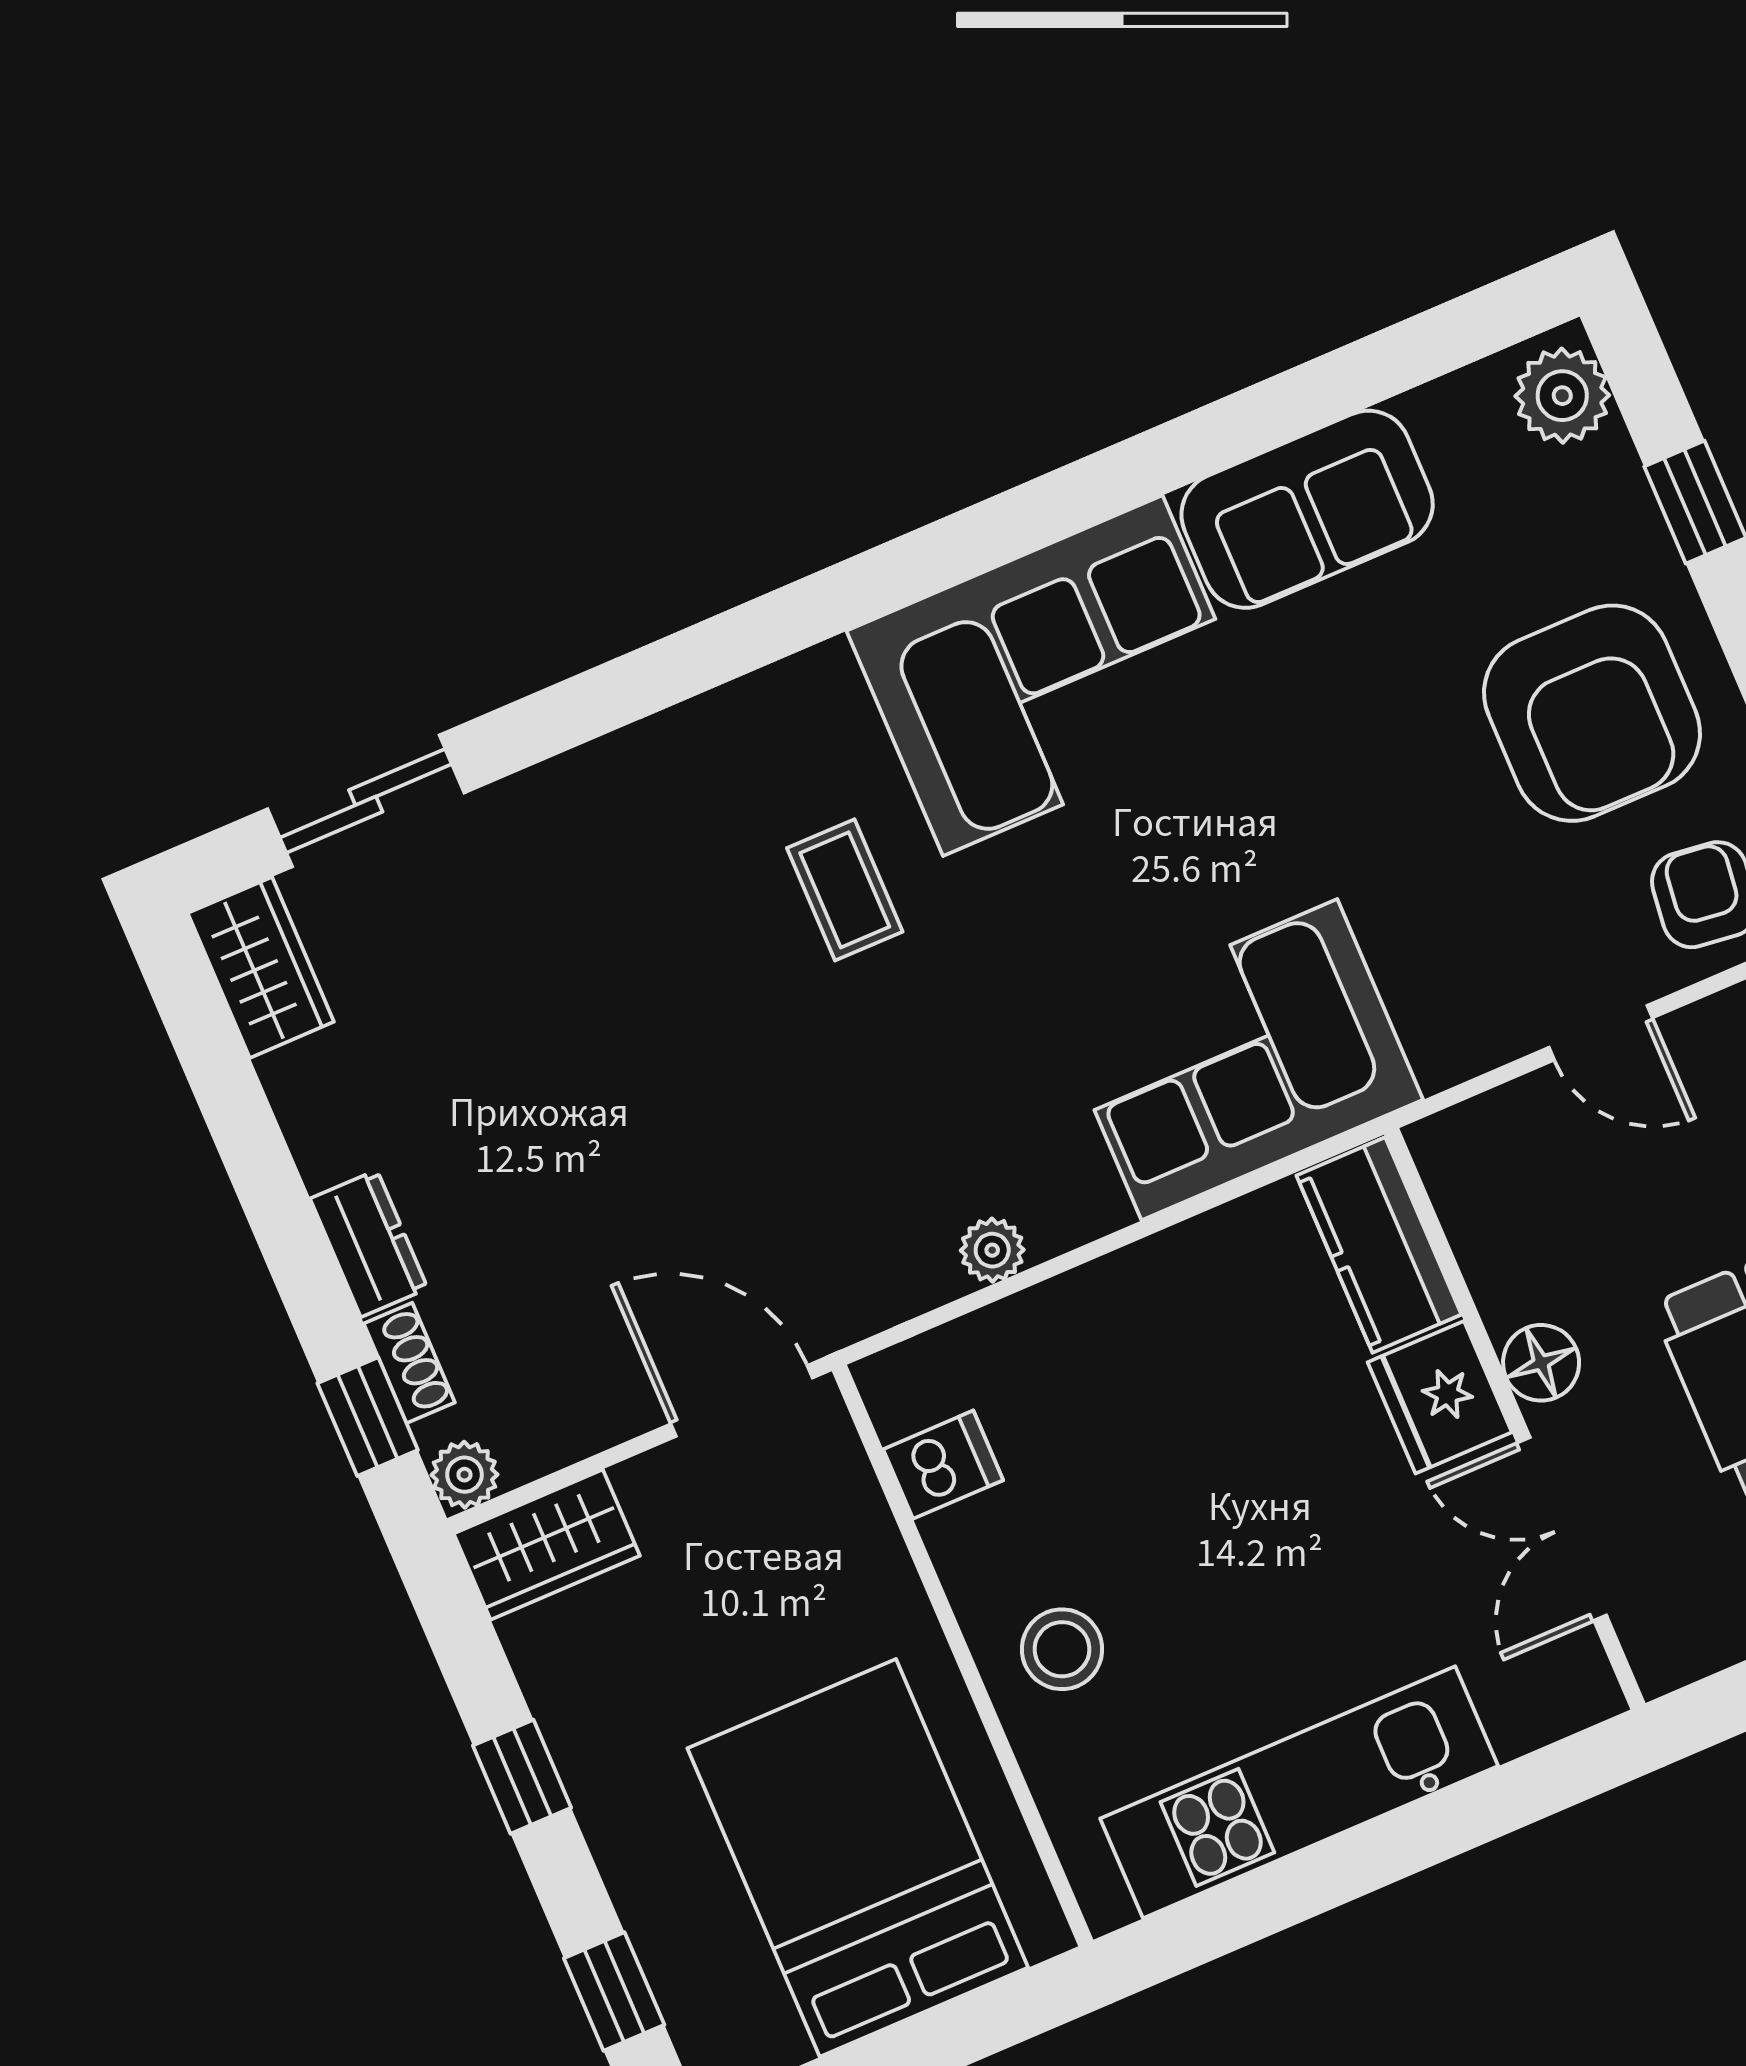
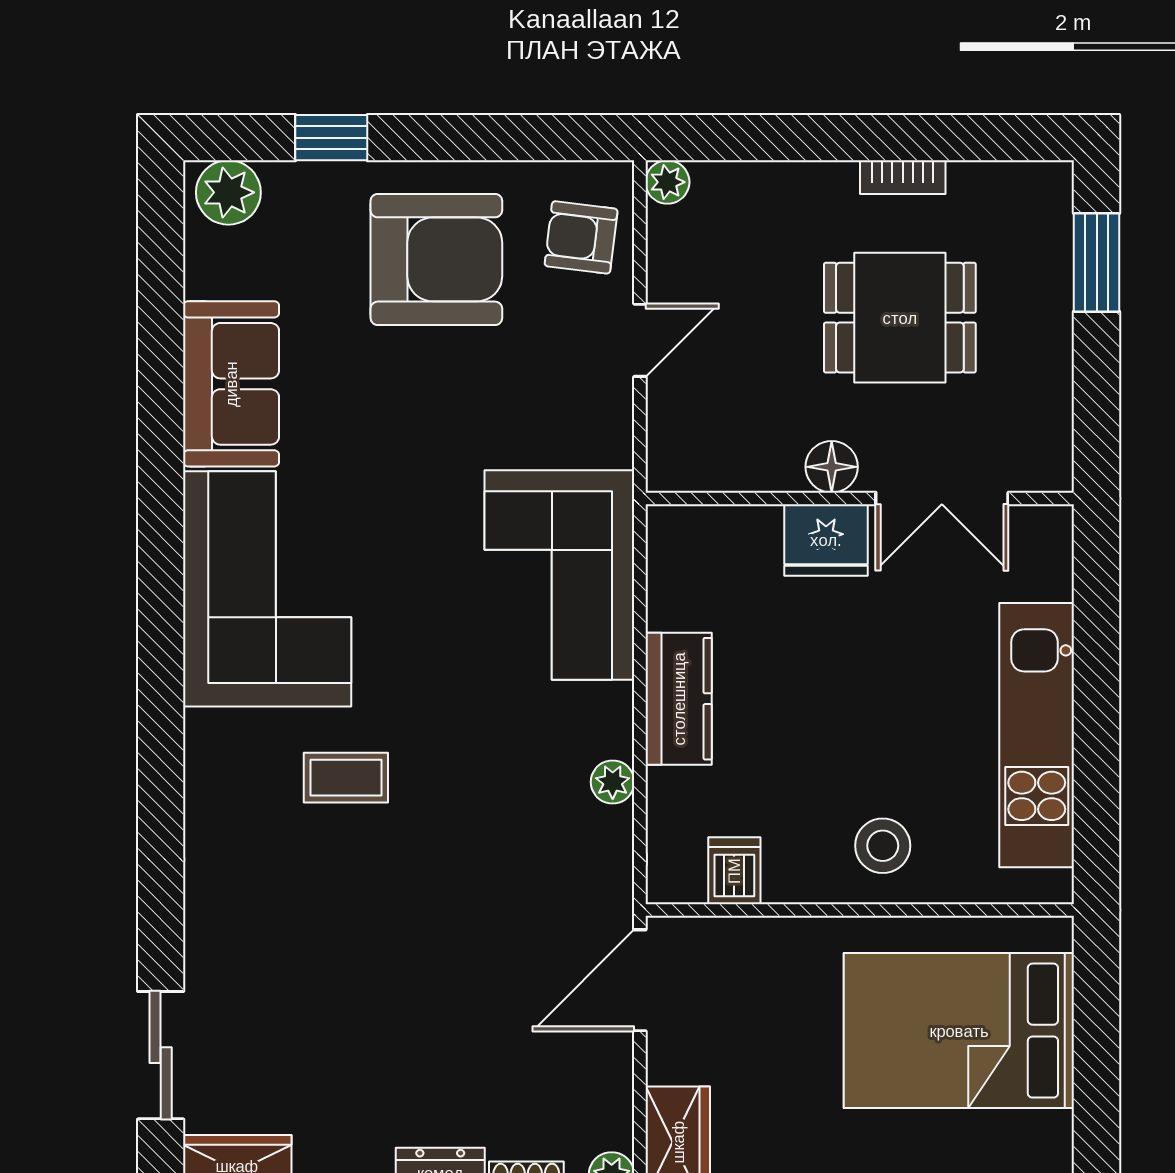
kitchen counter: (1379, 1245) -> (679, 699), moved, turned -90

